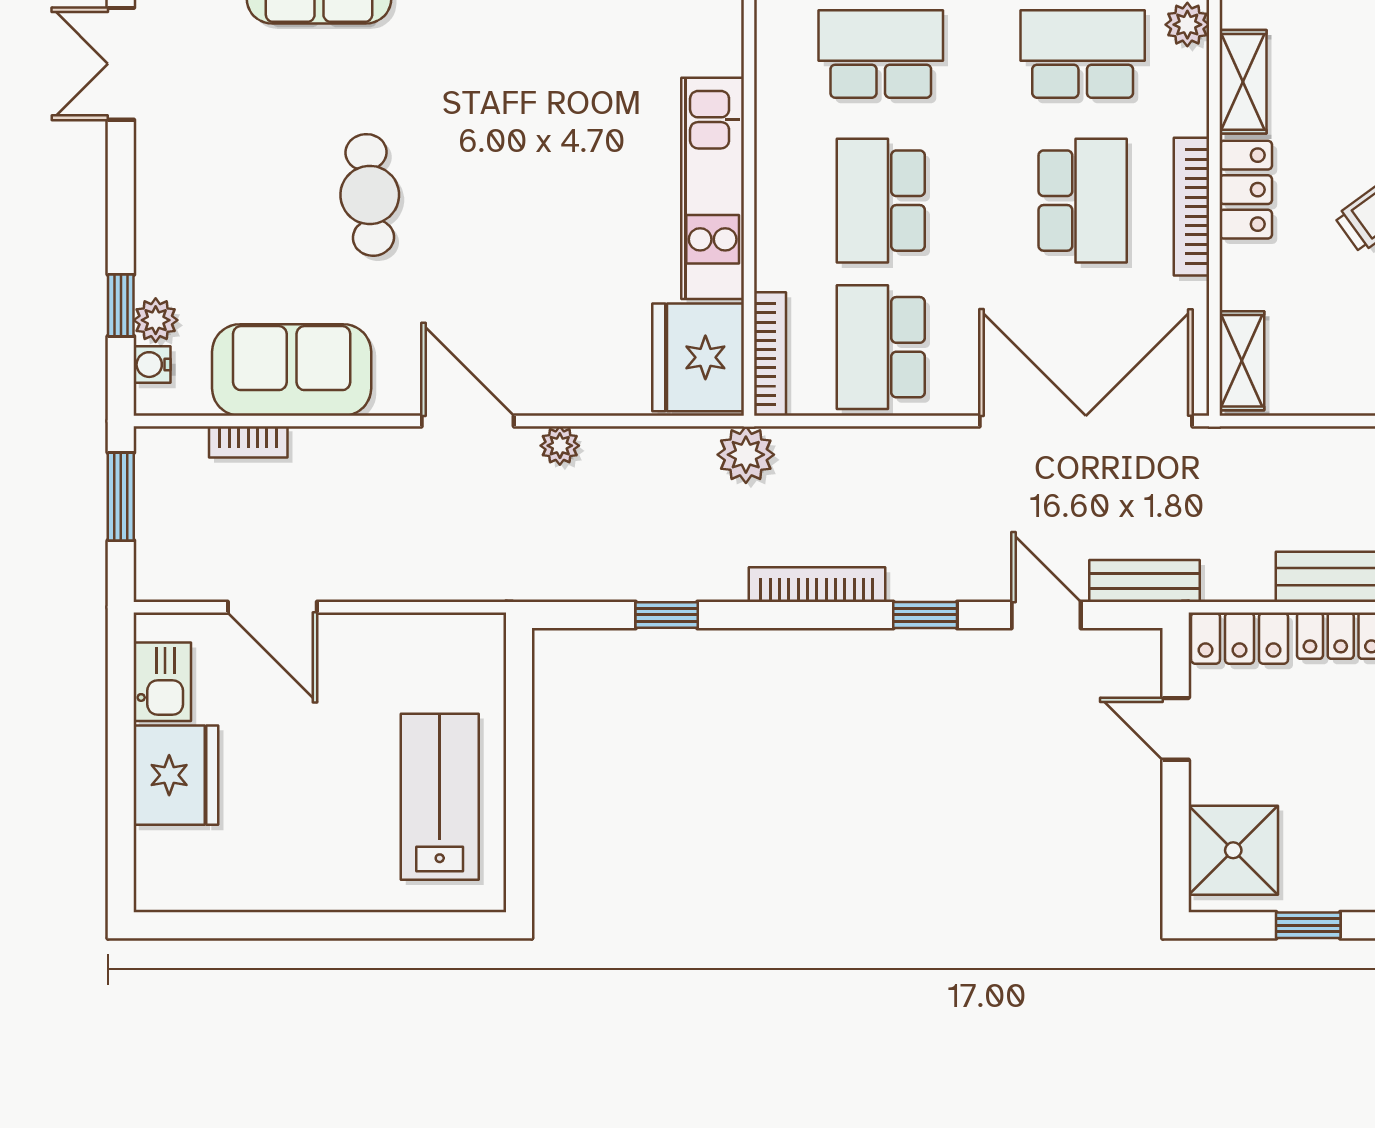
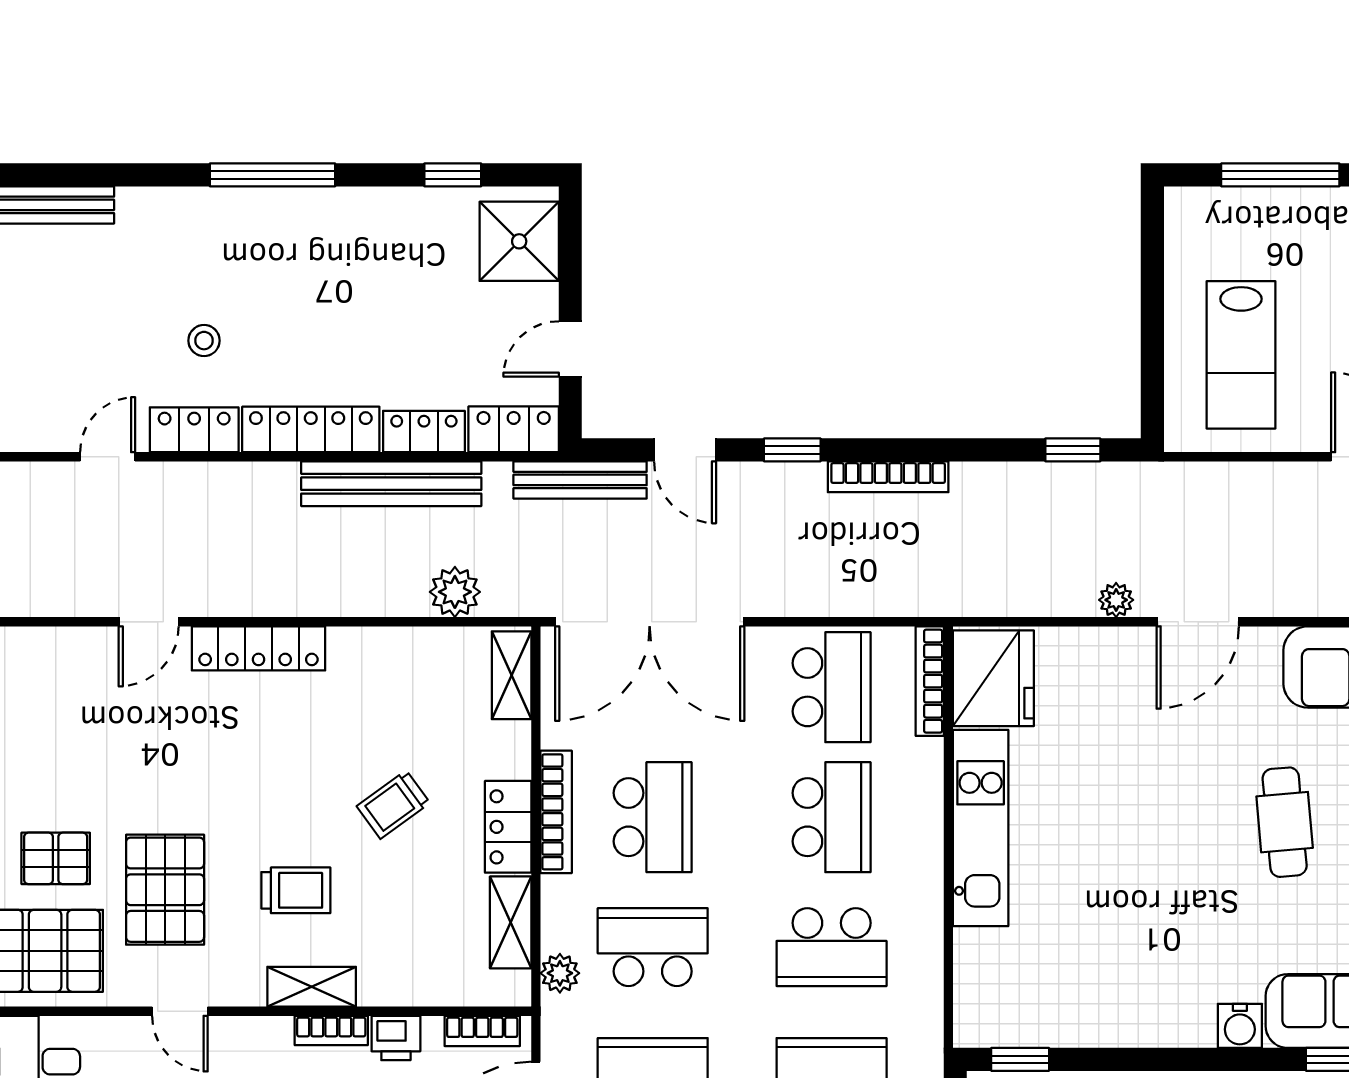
school desk: (1083, 54) -> (653, 947), turned 180
school desk: (1083, 201) -> (653, 817), turned 180
door: (468, 421) -> (1198, 622), hinge flipped
plant: (746, 455) -> (455, 592), moved
bench: (1144, 581) -> (580, 480), width x1.36
window: (667, 615) -> (1073, 450), moved
door: (1176, 729) -> (570, 349), swing flipped
lab bench: (440, 797) -> (1241, 355), moved
window: (375, 925) -> (1280, 175), added

